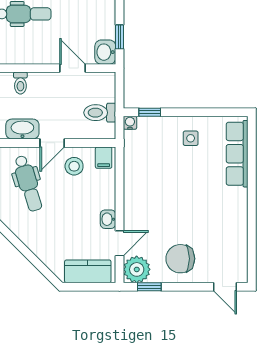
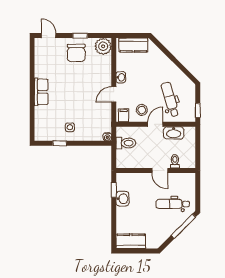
washbasin: (105, 52) -> (123, 199), moved
door: (72, 68) -> (160, 171), moved
window: (150, 112) -> (60, 143), moved
row of seats: (237, 154) -> (41, 92), moved, width x0.68
door: (119, 243) -> (114, 94), moved
chair: (180, 259) -> (76, 53), turned 90
window: (149, 287) -> (80, 36), moved

